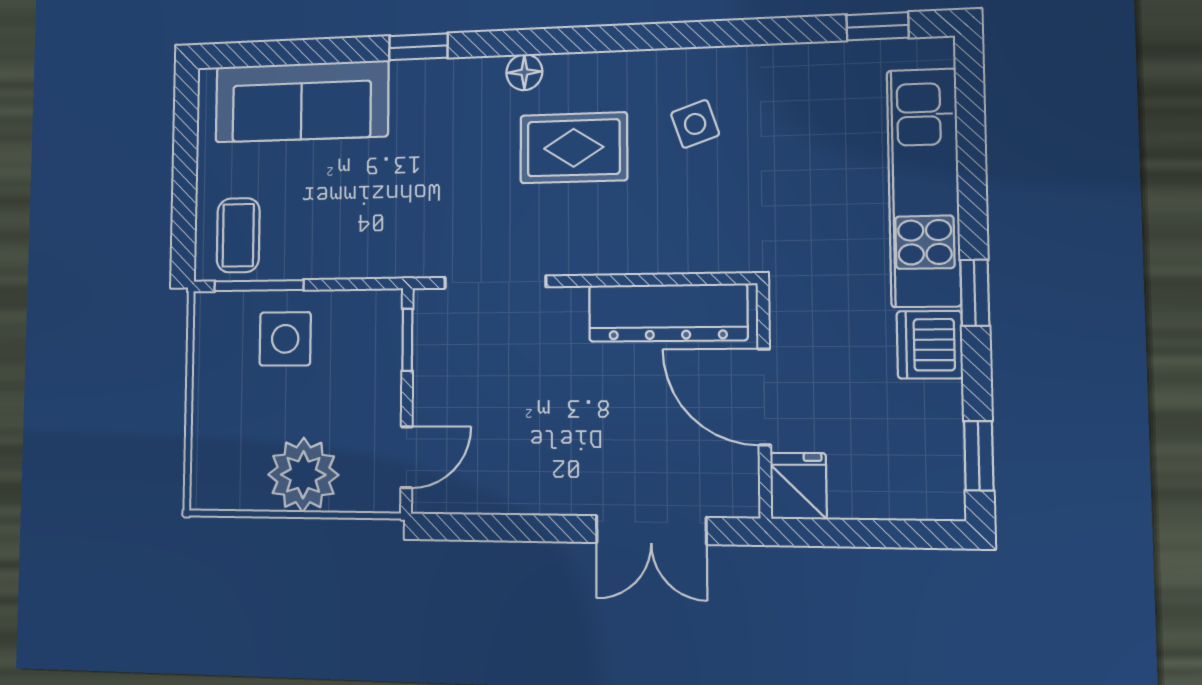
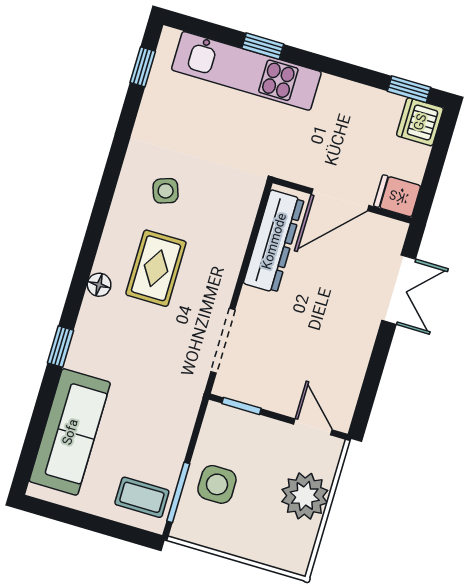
window: (975, 293) -> (263, 46), moved
dishwasher: (930, 345) -> (420, 122), moved, turned 90

